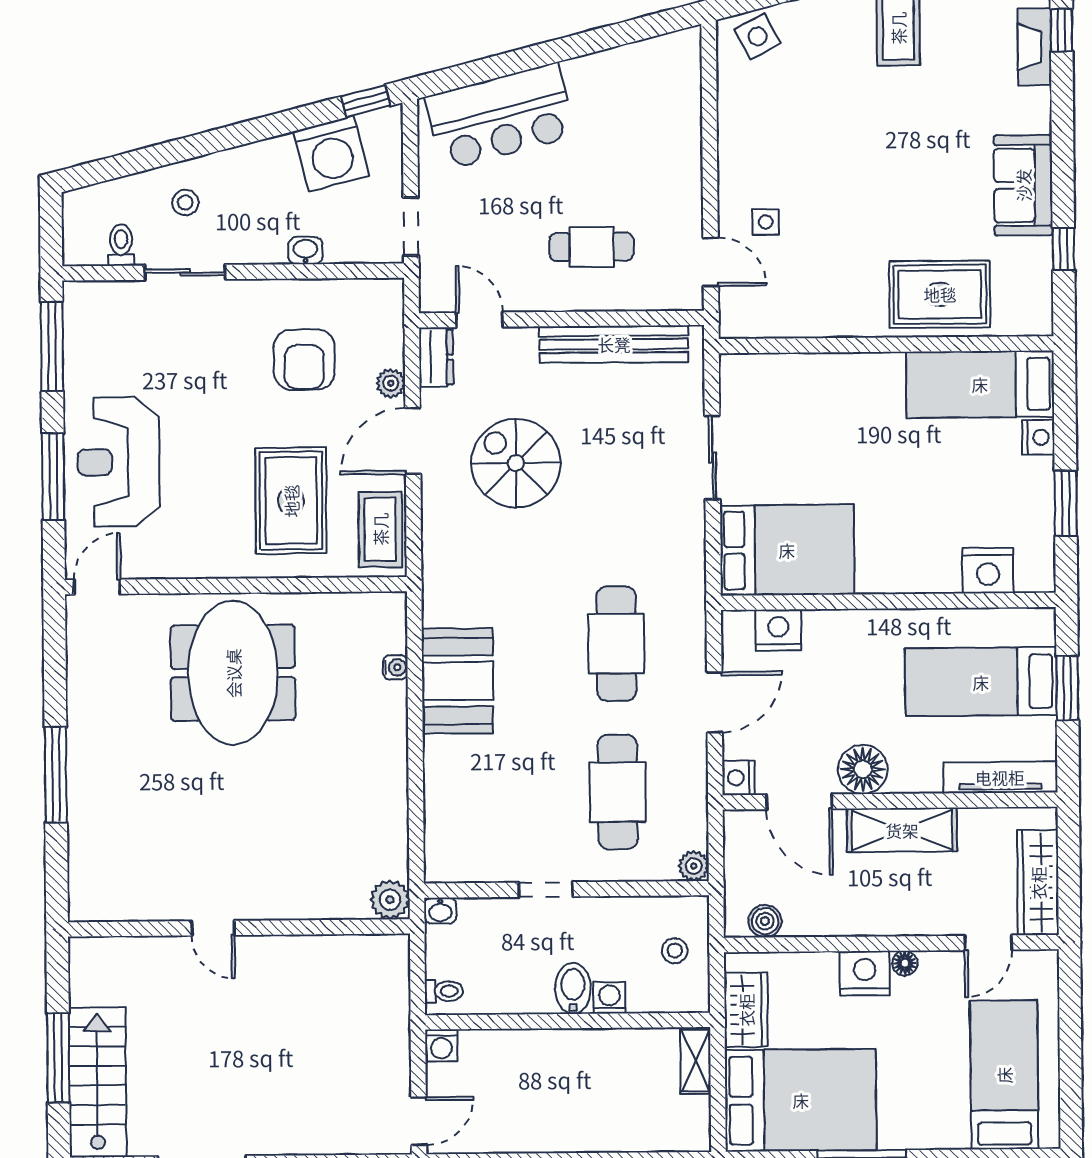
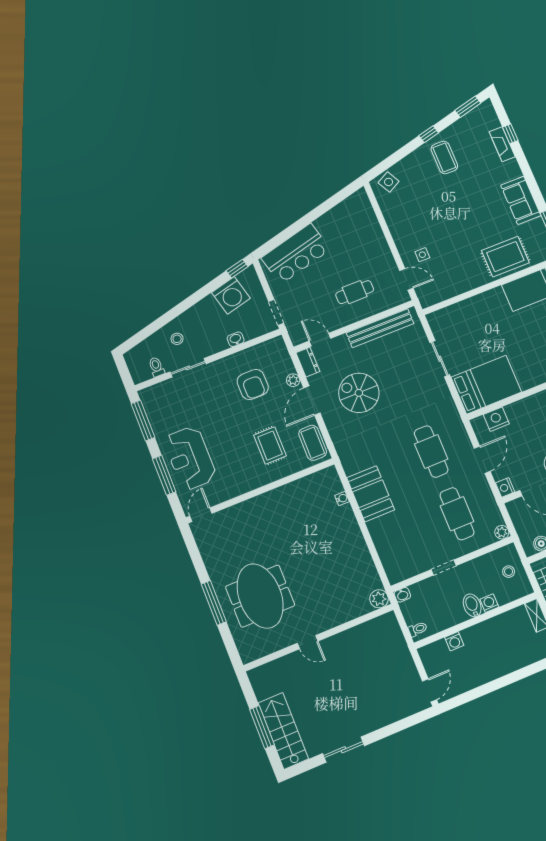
rug: (291, 501) -> (270, 446), width x0.73, depth x0.70
meeting table: (233, 673) -> (260, 596), moved
washing machine: (441, 1046) -> (454, 641), moved

